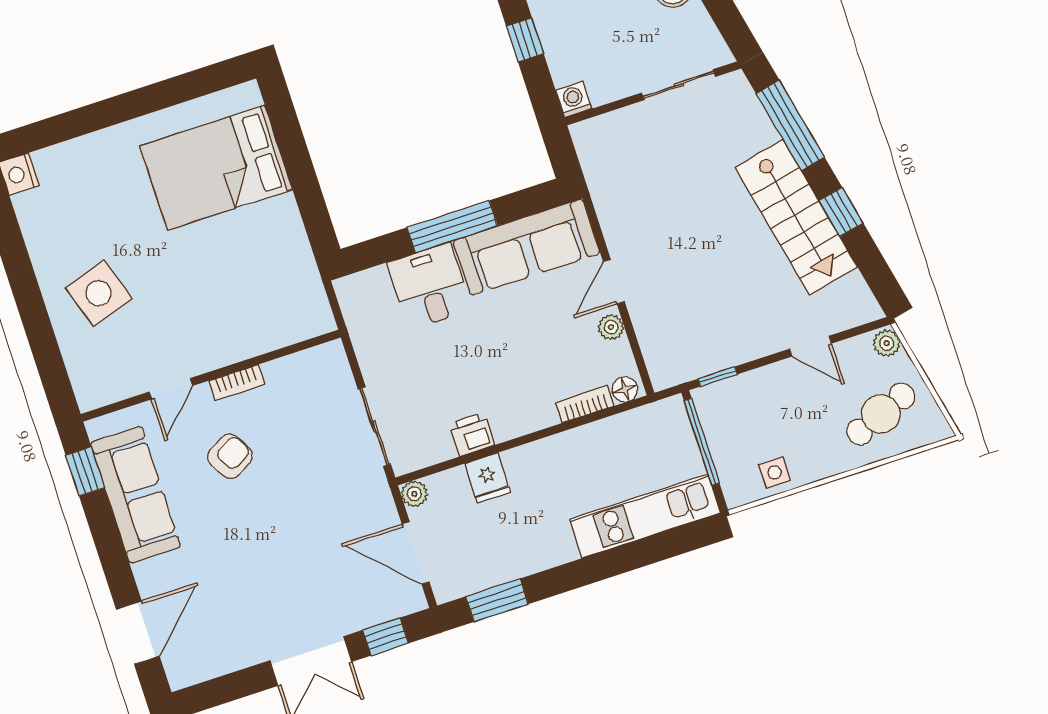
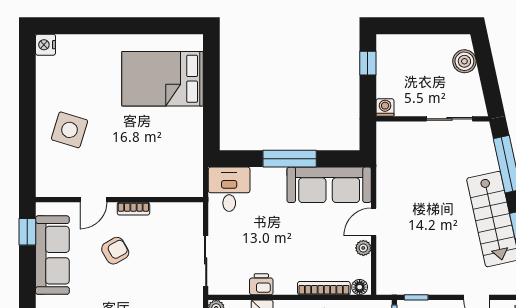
desk: (429, 286) -> (229, 189), moved
side table: (99, 293) -> (69, 130), turned 35
bookcase: (585, 404) -> (324, 288), width x1.56

